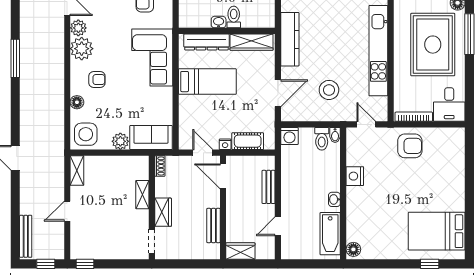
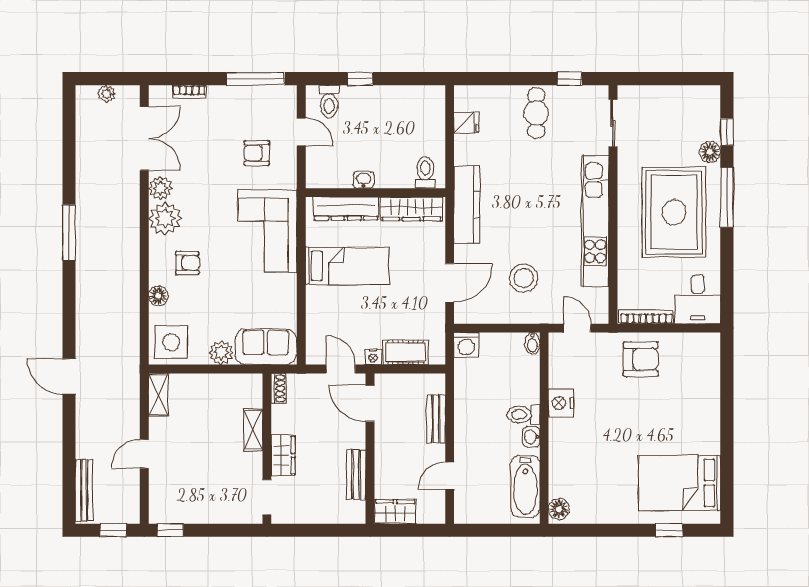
toilet: (234, 17) -> (425, 172), moved
toilet: (322, 139) -> (523, 415), moved, turned 90

